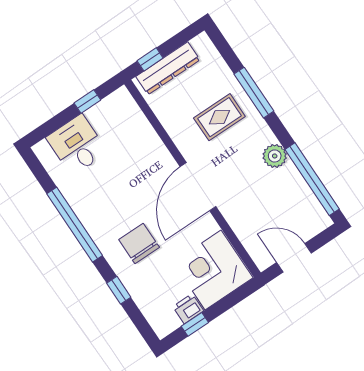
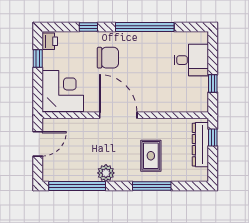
printer: (188, 309) -> (50, 41), moved

